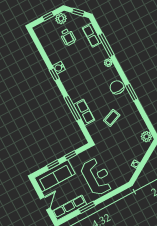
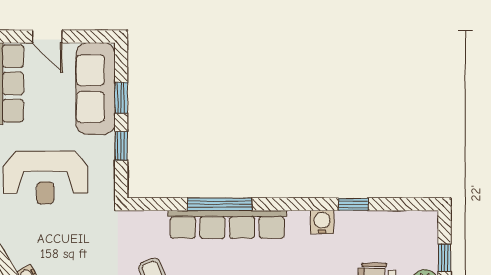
window: (54, 74) -> (353, 204), moved
row of seats: (84, 112) -> (227, 224), width x2.02

